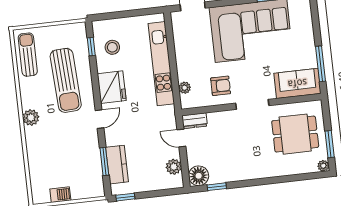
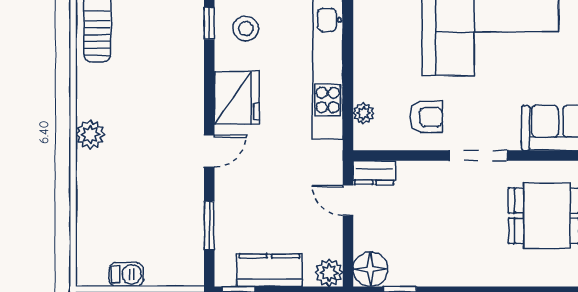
sun lounger: (66, 80) -> (158, 77), removed
kitchen counter: (117, 165) -> (269, 270), moved, turned -90
plant: (174, 167) -> (329, 273), moved

